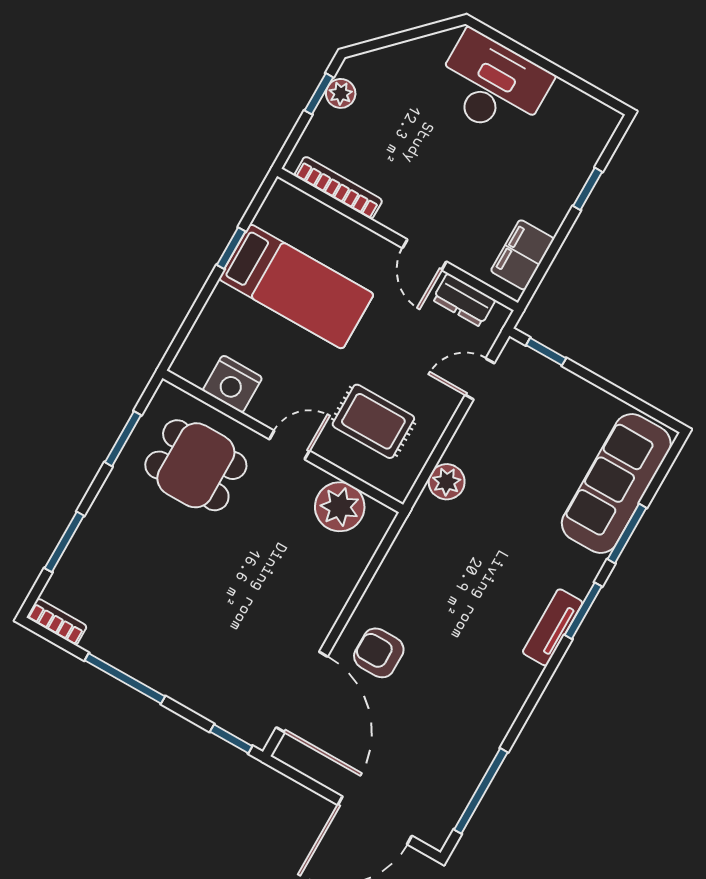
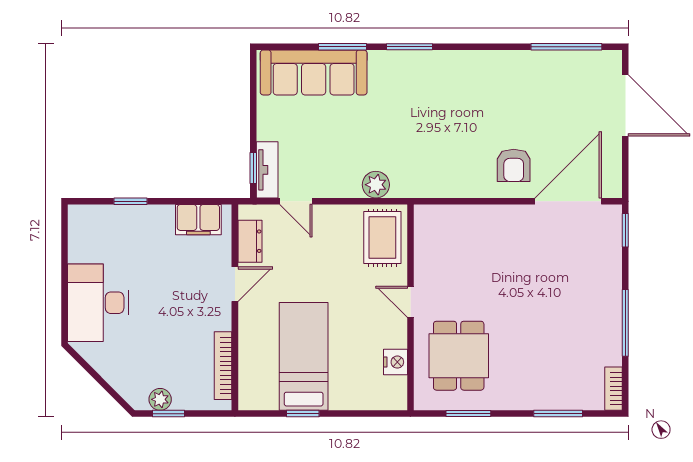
nightstand: (232, 384) -> (395, 362), width x0.74, depth x0.75
rug: (373, 421) -> (382, 238), moved
plant: (340, 507) -> (432, 246), removed
tv unit: (553, 627) -> (267, 170), moved, turned -90

